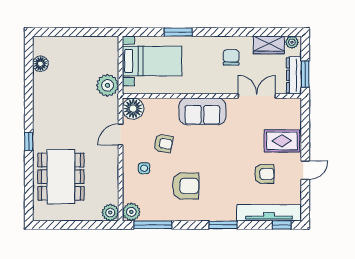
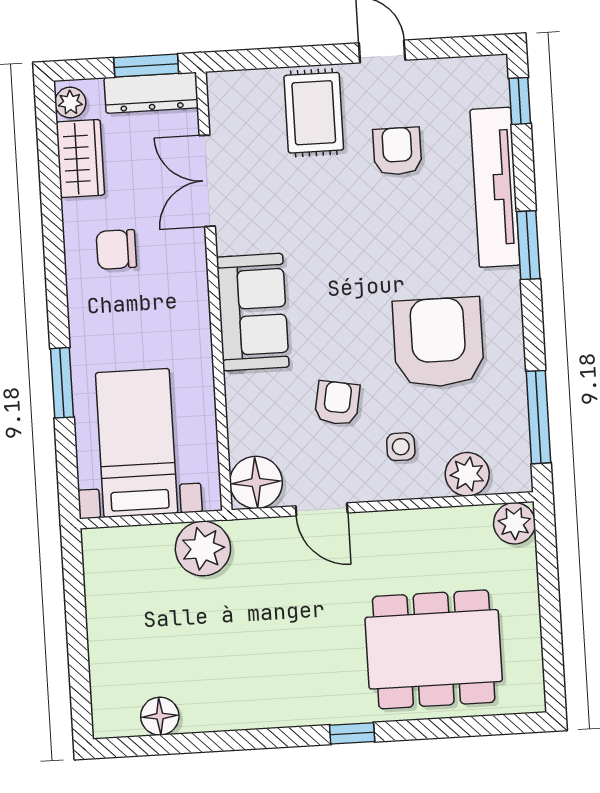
armchair: (186, 186) -> (438, 342), width x1.36, depth x1.36
plant: (131, 212) -> (467, 474), moved
tv unit: (269, 213) -> (495, 187), moved

